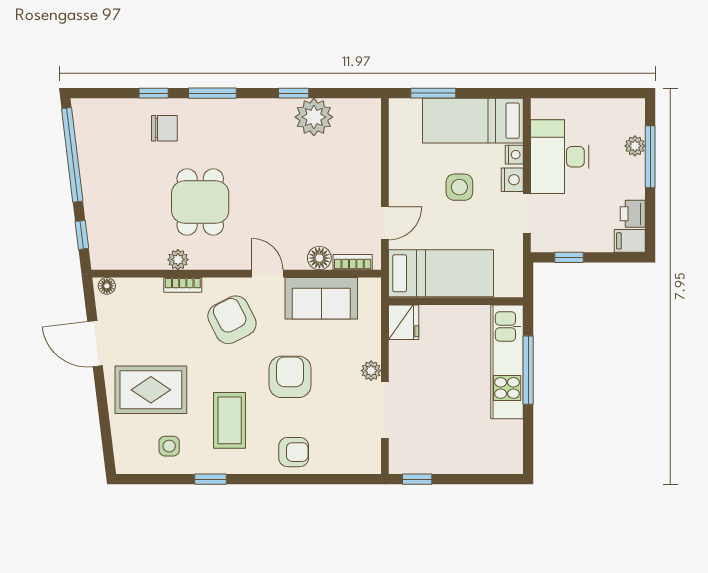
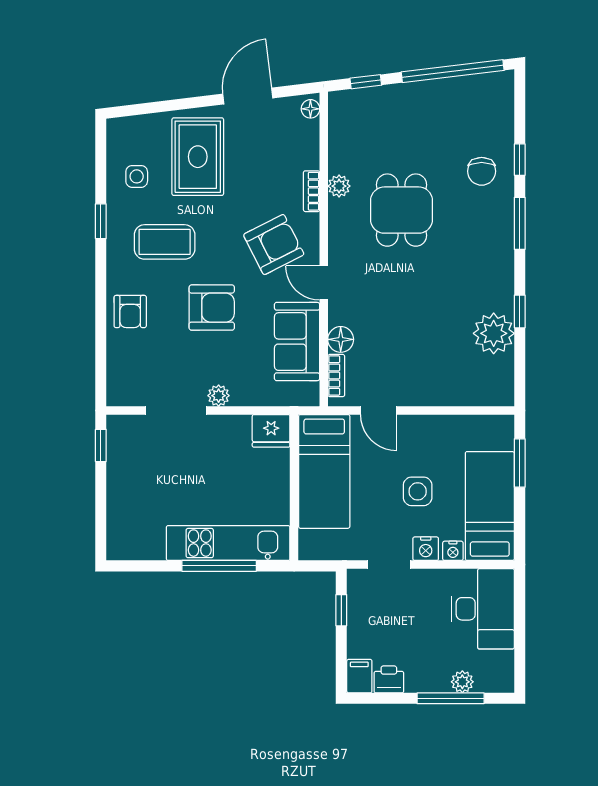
desk: (560, 157) -> (483, 609), moved, turned 90
dining table: (200, 202) -> (402, 210), turned 90
door: (267, 274) -> (324, 283), swing flipped

